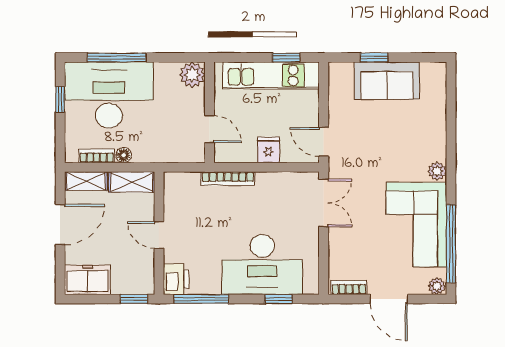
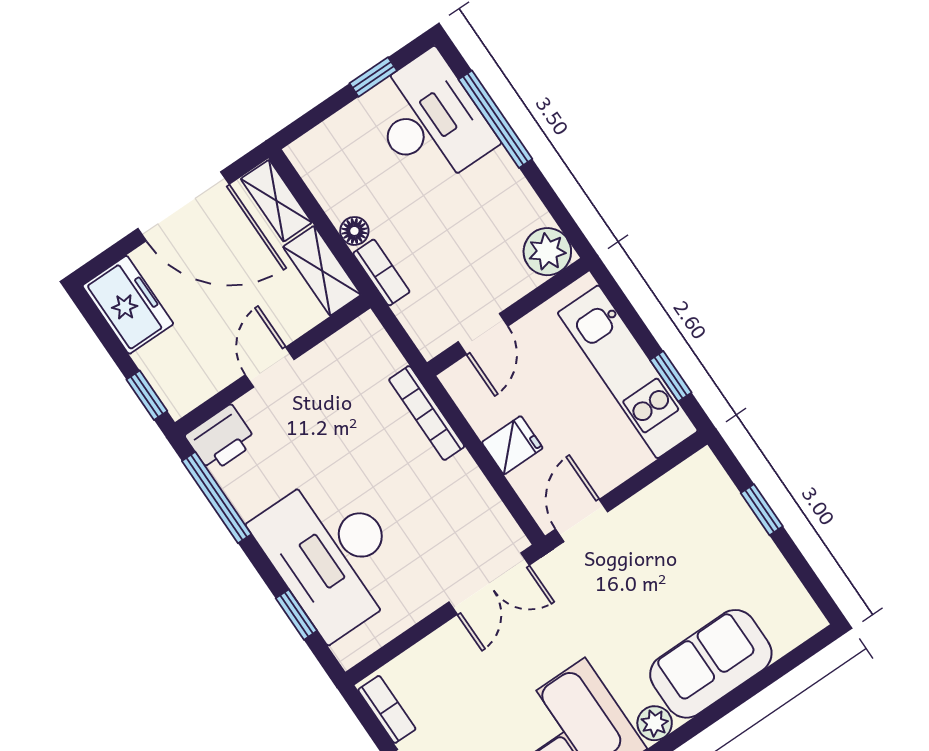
sofa: (387, 81) -> (711, 664), moved, turned 90
desk: (109, 95) -> (430, 120), width x0.73, depth x0.77
bookcase: (97, 156) -> (381, 273), moved
door: (60, 225) -> (183, 206), width x1.36

